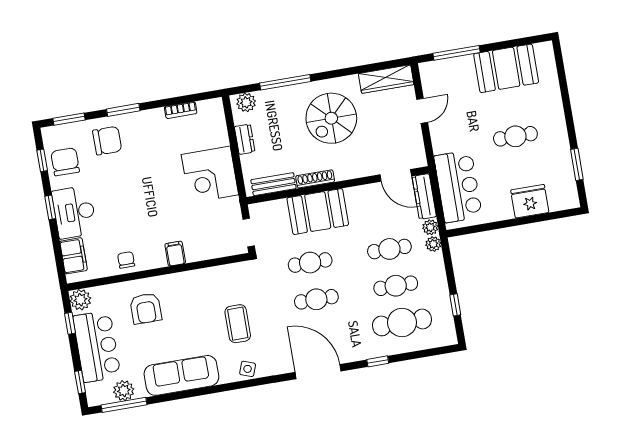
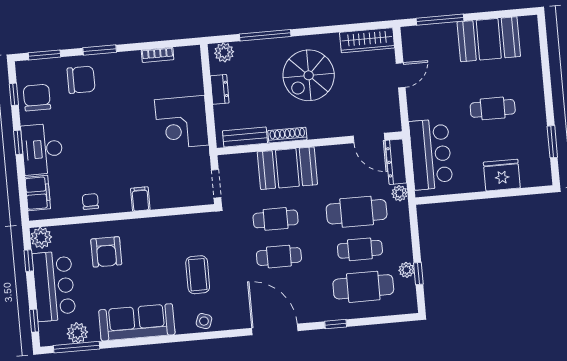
plant: (433, 244) -> (406, 270), moved
cafe table: (389, 249) -> (357, 212), width x1.37, depth x1.35

